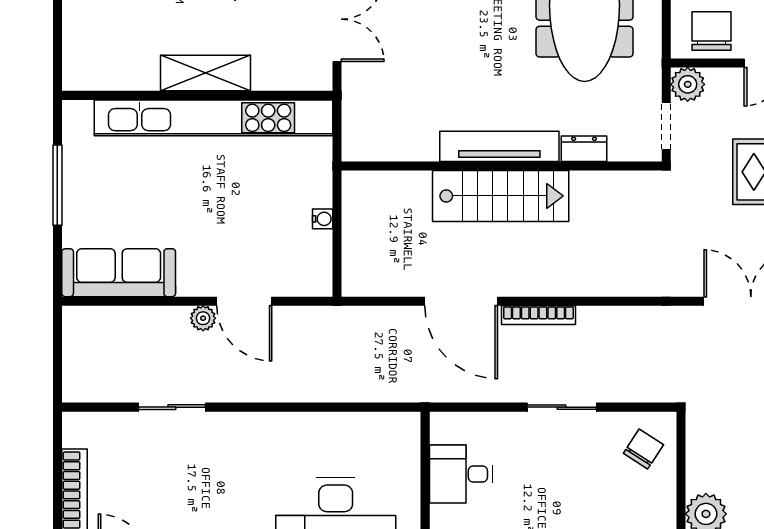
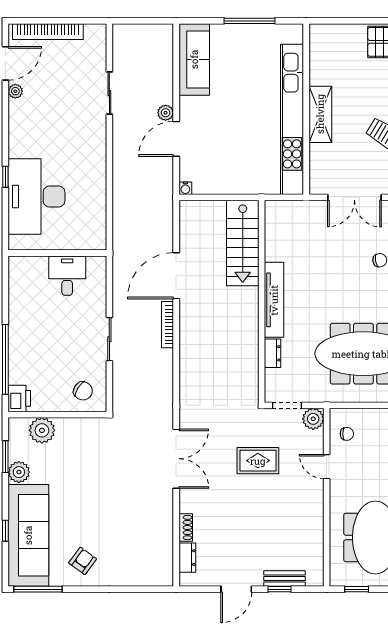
chair: (711, 31) -> (347, 434), width x0.54, depth x0.54
stairs: (501, 196) -> (243, 243), moved
water cooler: (323, 219) -> (185, 188), moved

